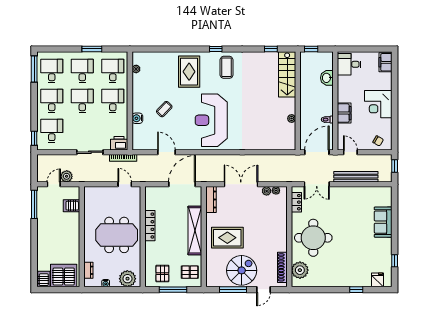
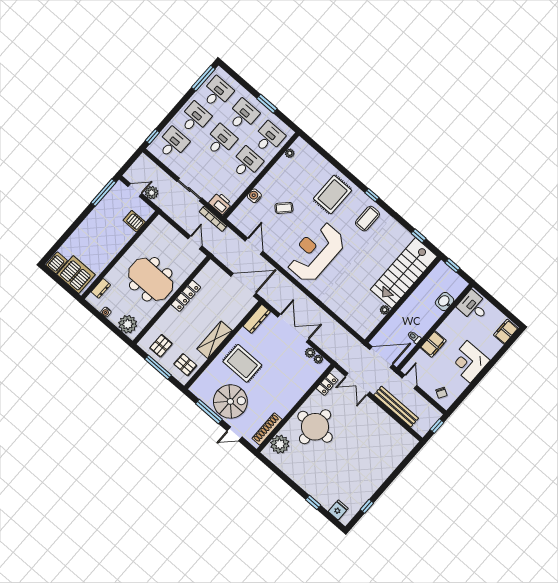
stairs: (287, 74) -> (404, 273), width x1.36, depth x1.51
sofa: (383, 222) -> (386, 465), removed
shelving: (195, 230) -> (215, 340), width x0.68

